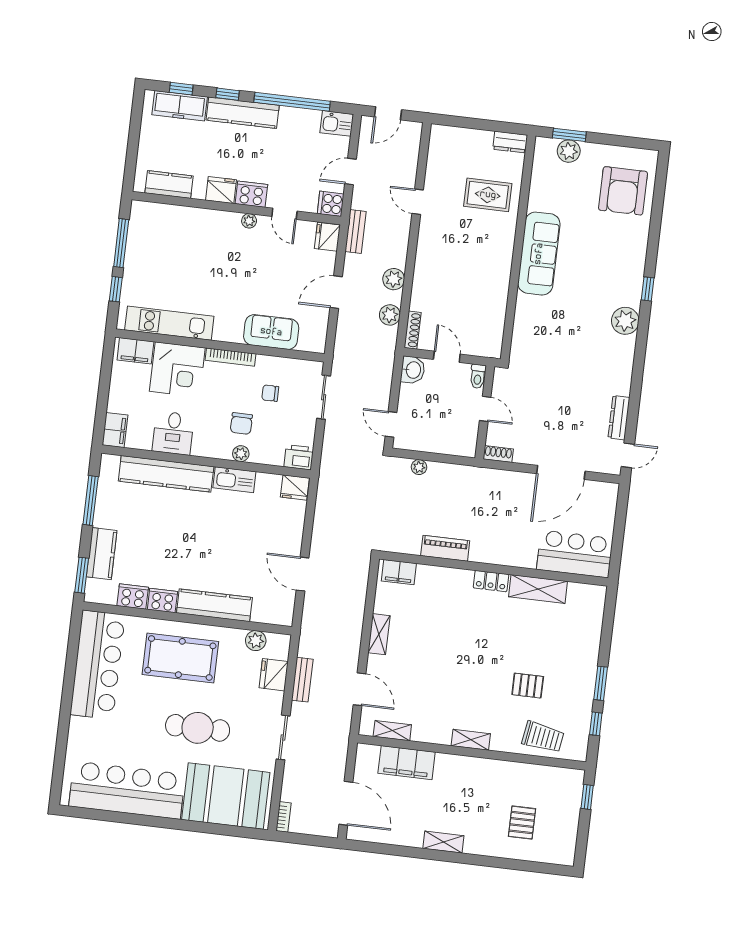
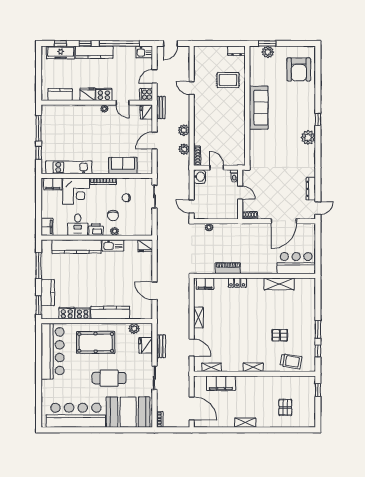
printer: (299, 457) -> (96, 230), moved
locker: (491, 581) -> (237, 283), moved

